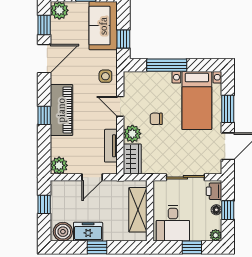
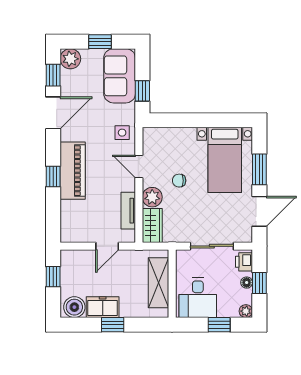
window: (167, 65) -> (191, 120), removed
plant: (59, 165) -> (70, 233), removed

